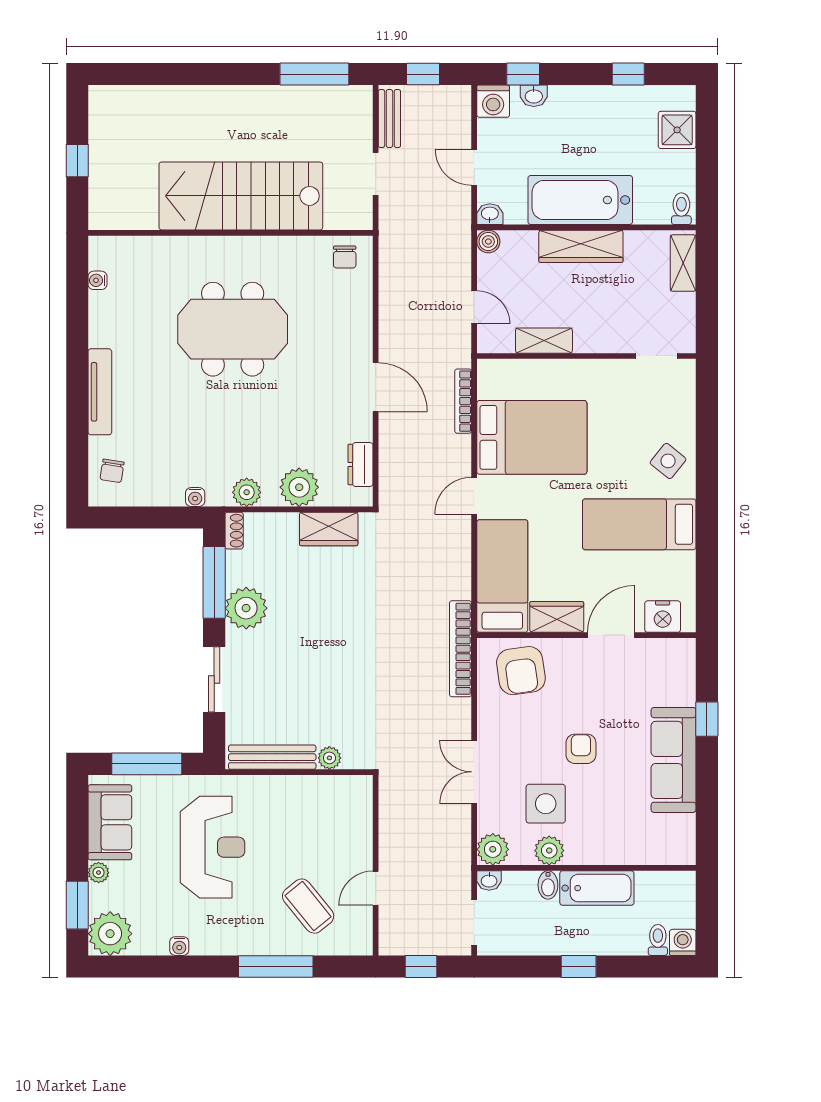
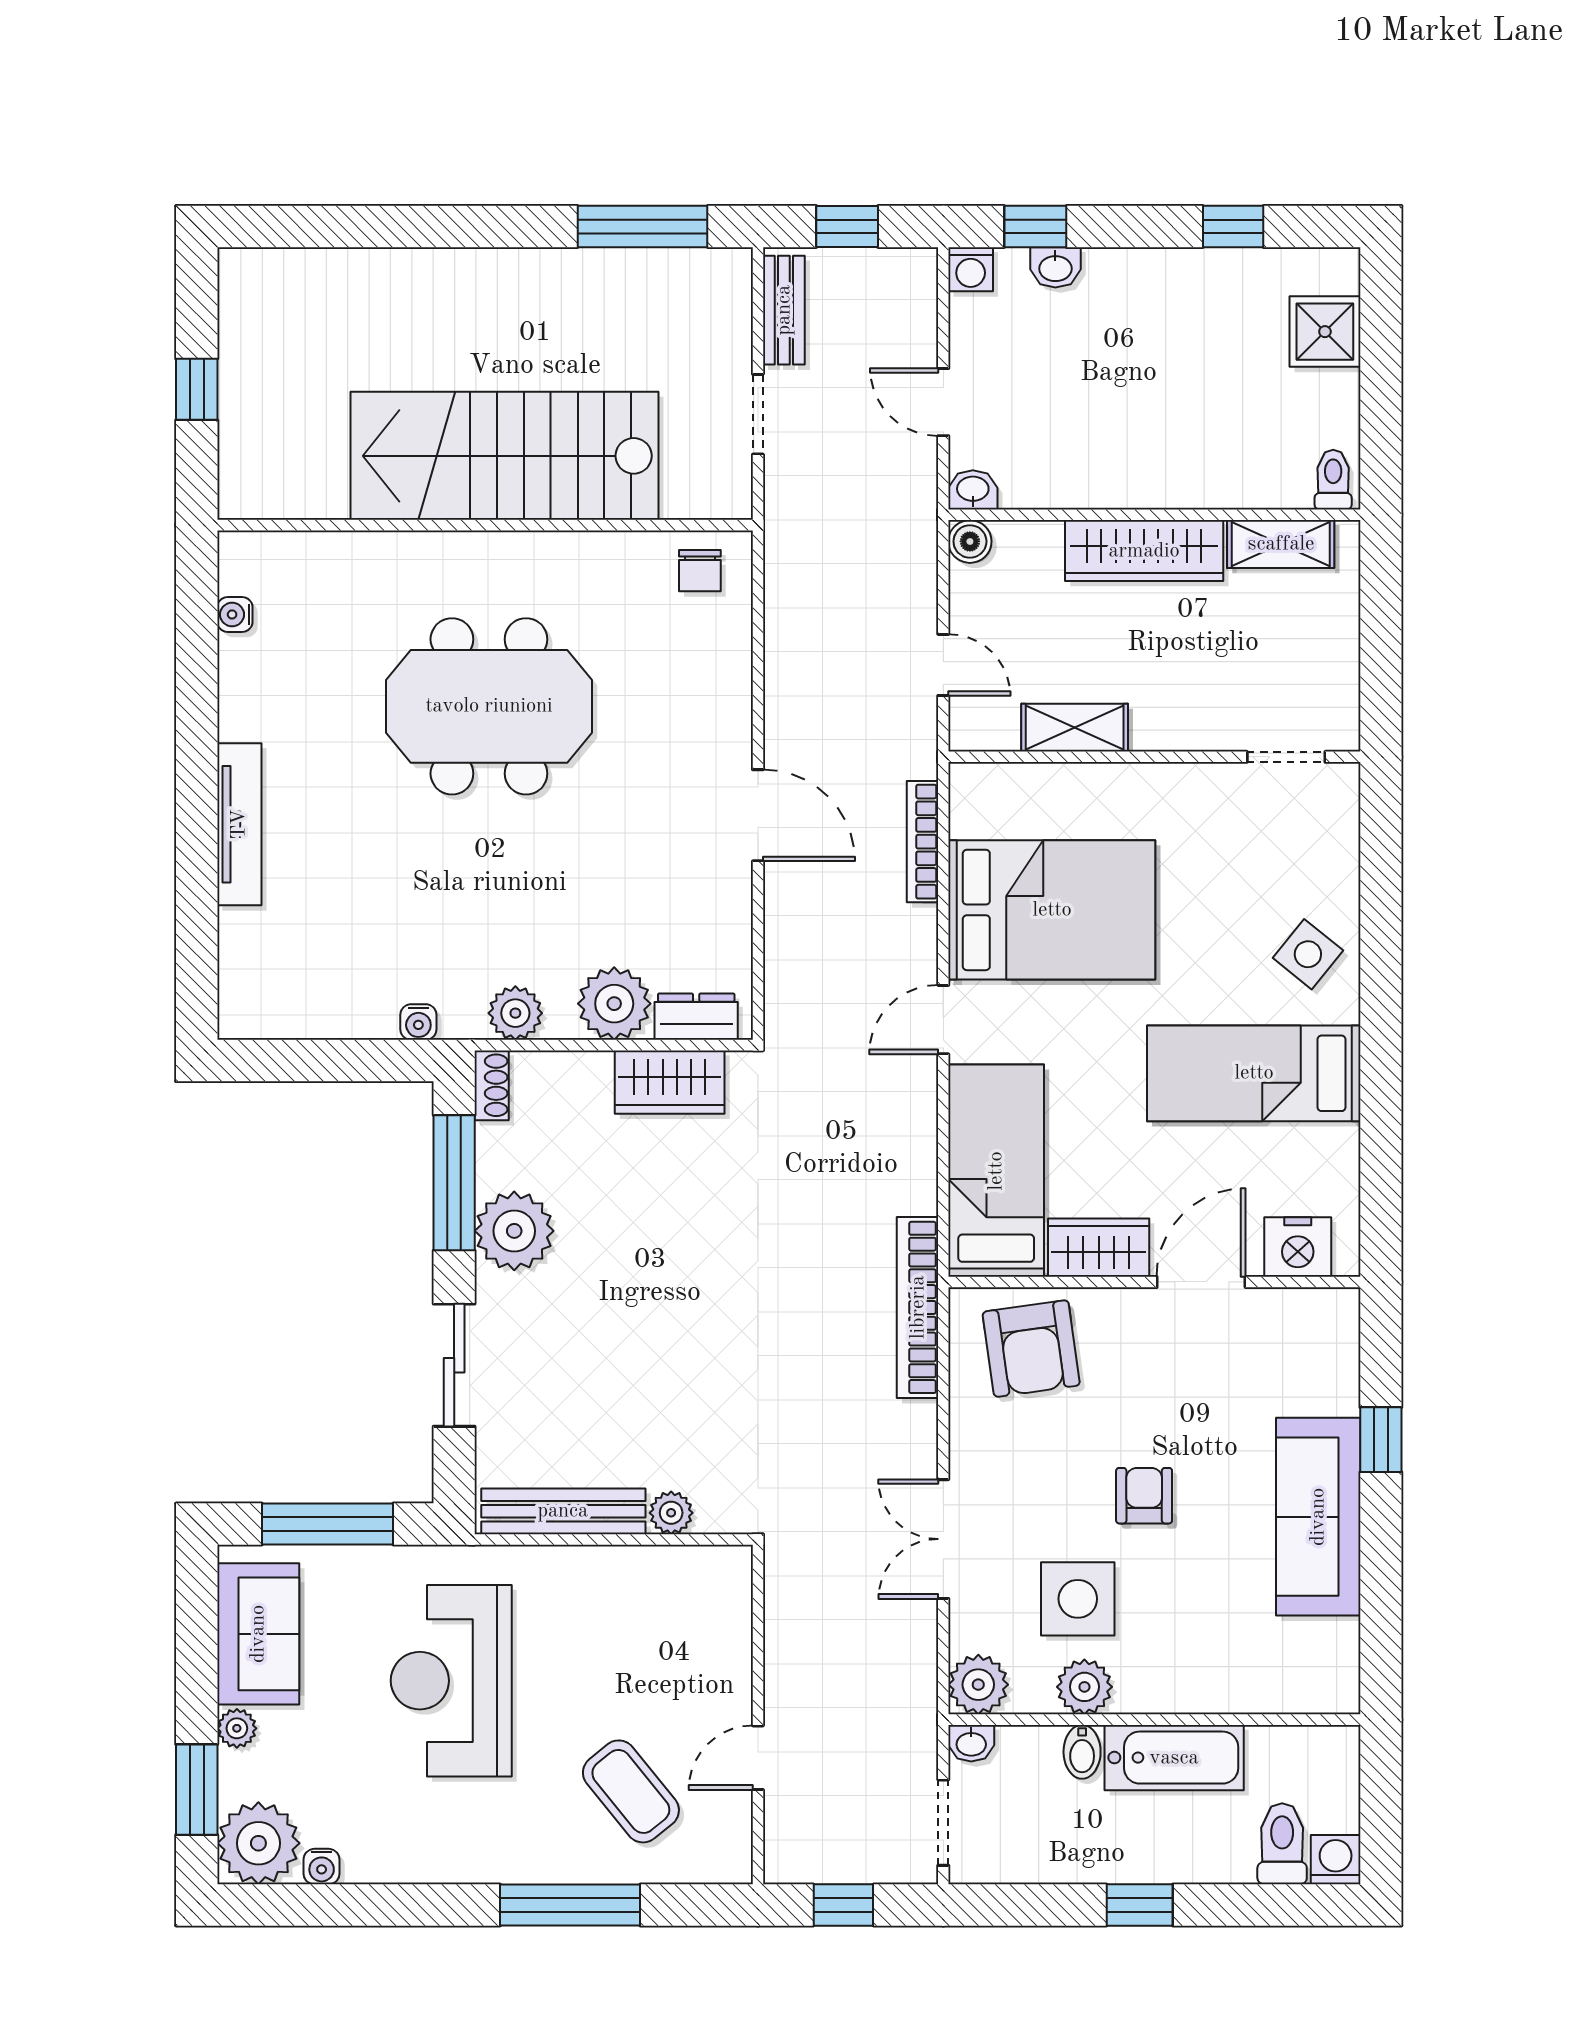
washing machine: (493, 101) -> (971, 269), width x0.73, depth x0.73
bathtub: (580, 200) -> (1143, 463), removed
shelving: (683, 263) -> (1281, 544), moved, turned 90
dresser: (360, 465) -> (696, 1017), moved, turned 90
chair: (112, 471) -> (262, 973), removed
reception desk: (213, 847) -> (451, 1681), turned 180
toilet: (658, 940) -> (1282, 1844), width x1.37, depth x1.39
water cooler: (179, 946) -> (322, 1867), moved

